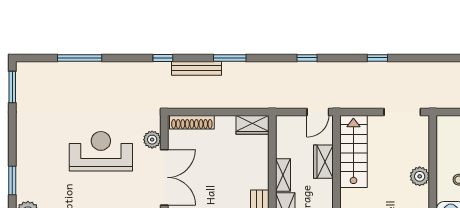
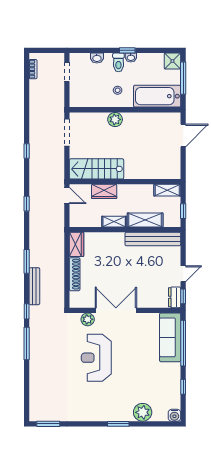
window: (80, 58) -> (27, 344), moved
shoe rack: (192, 122) -> (75, 274), moved

